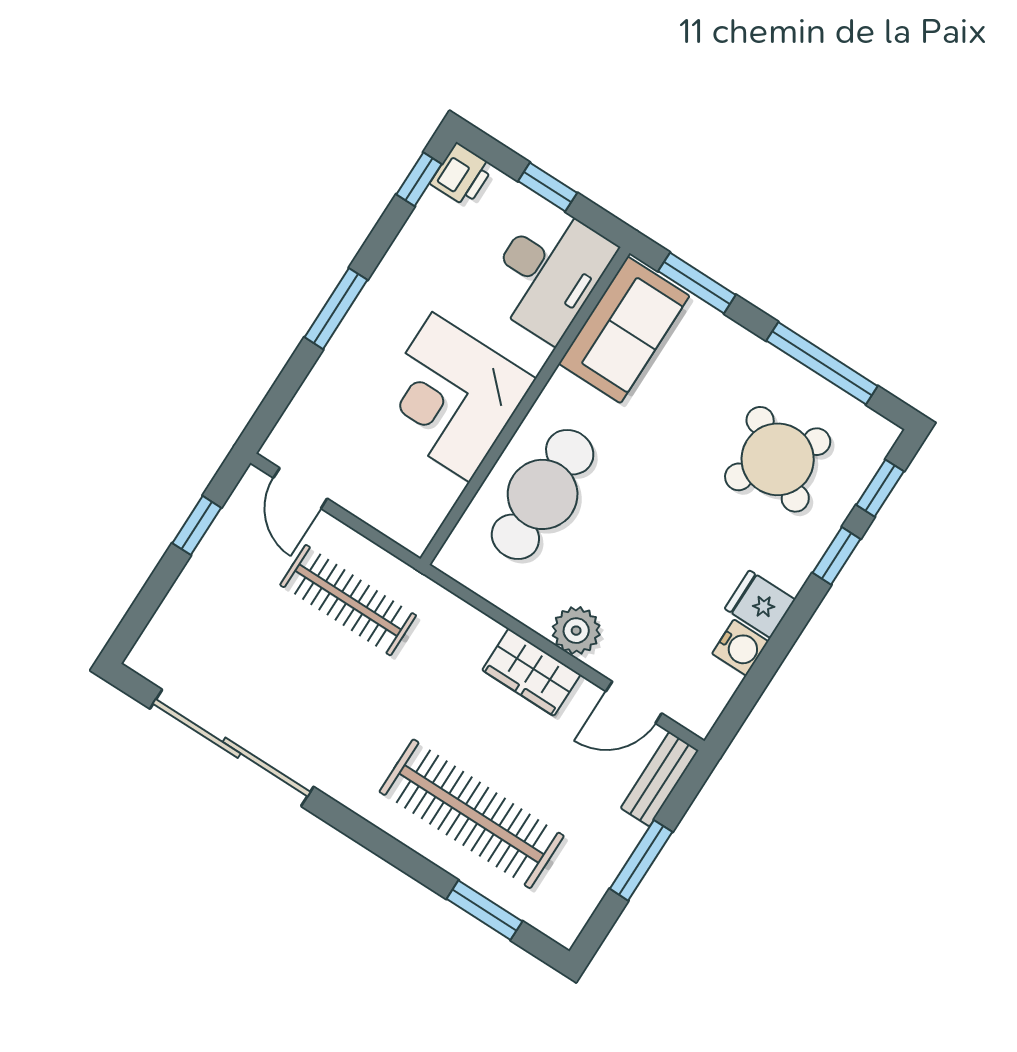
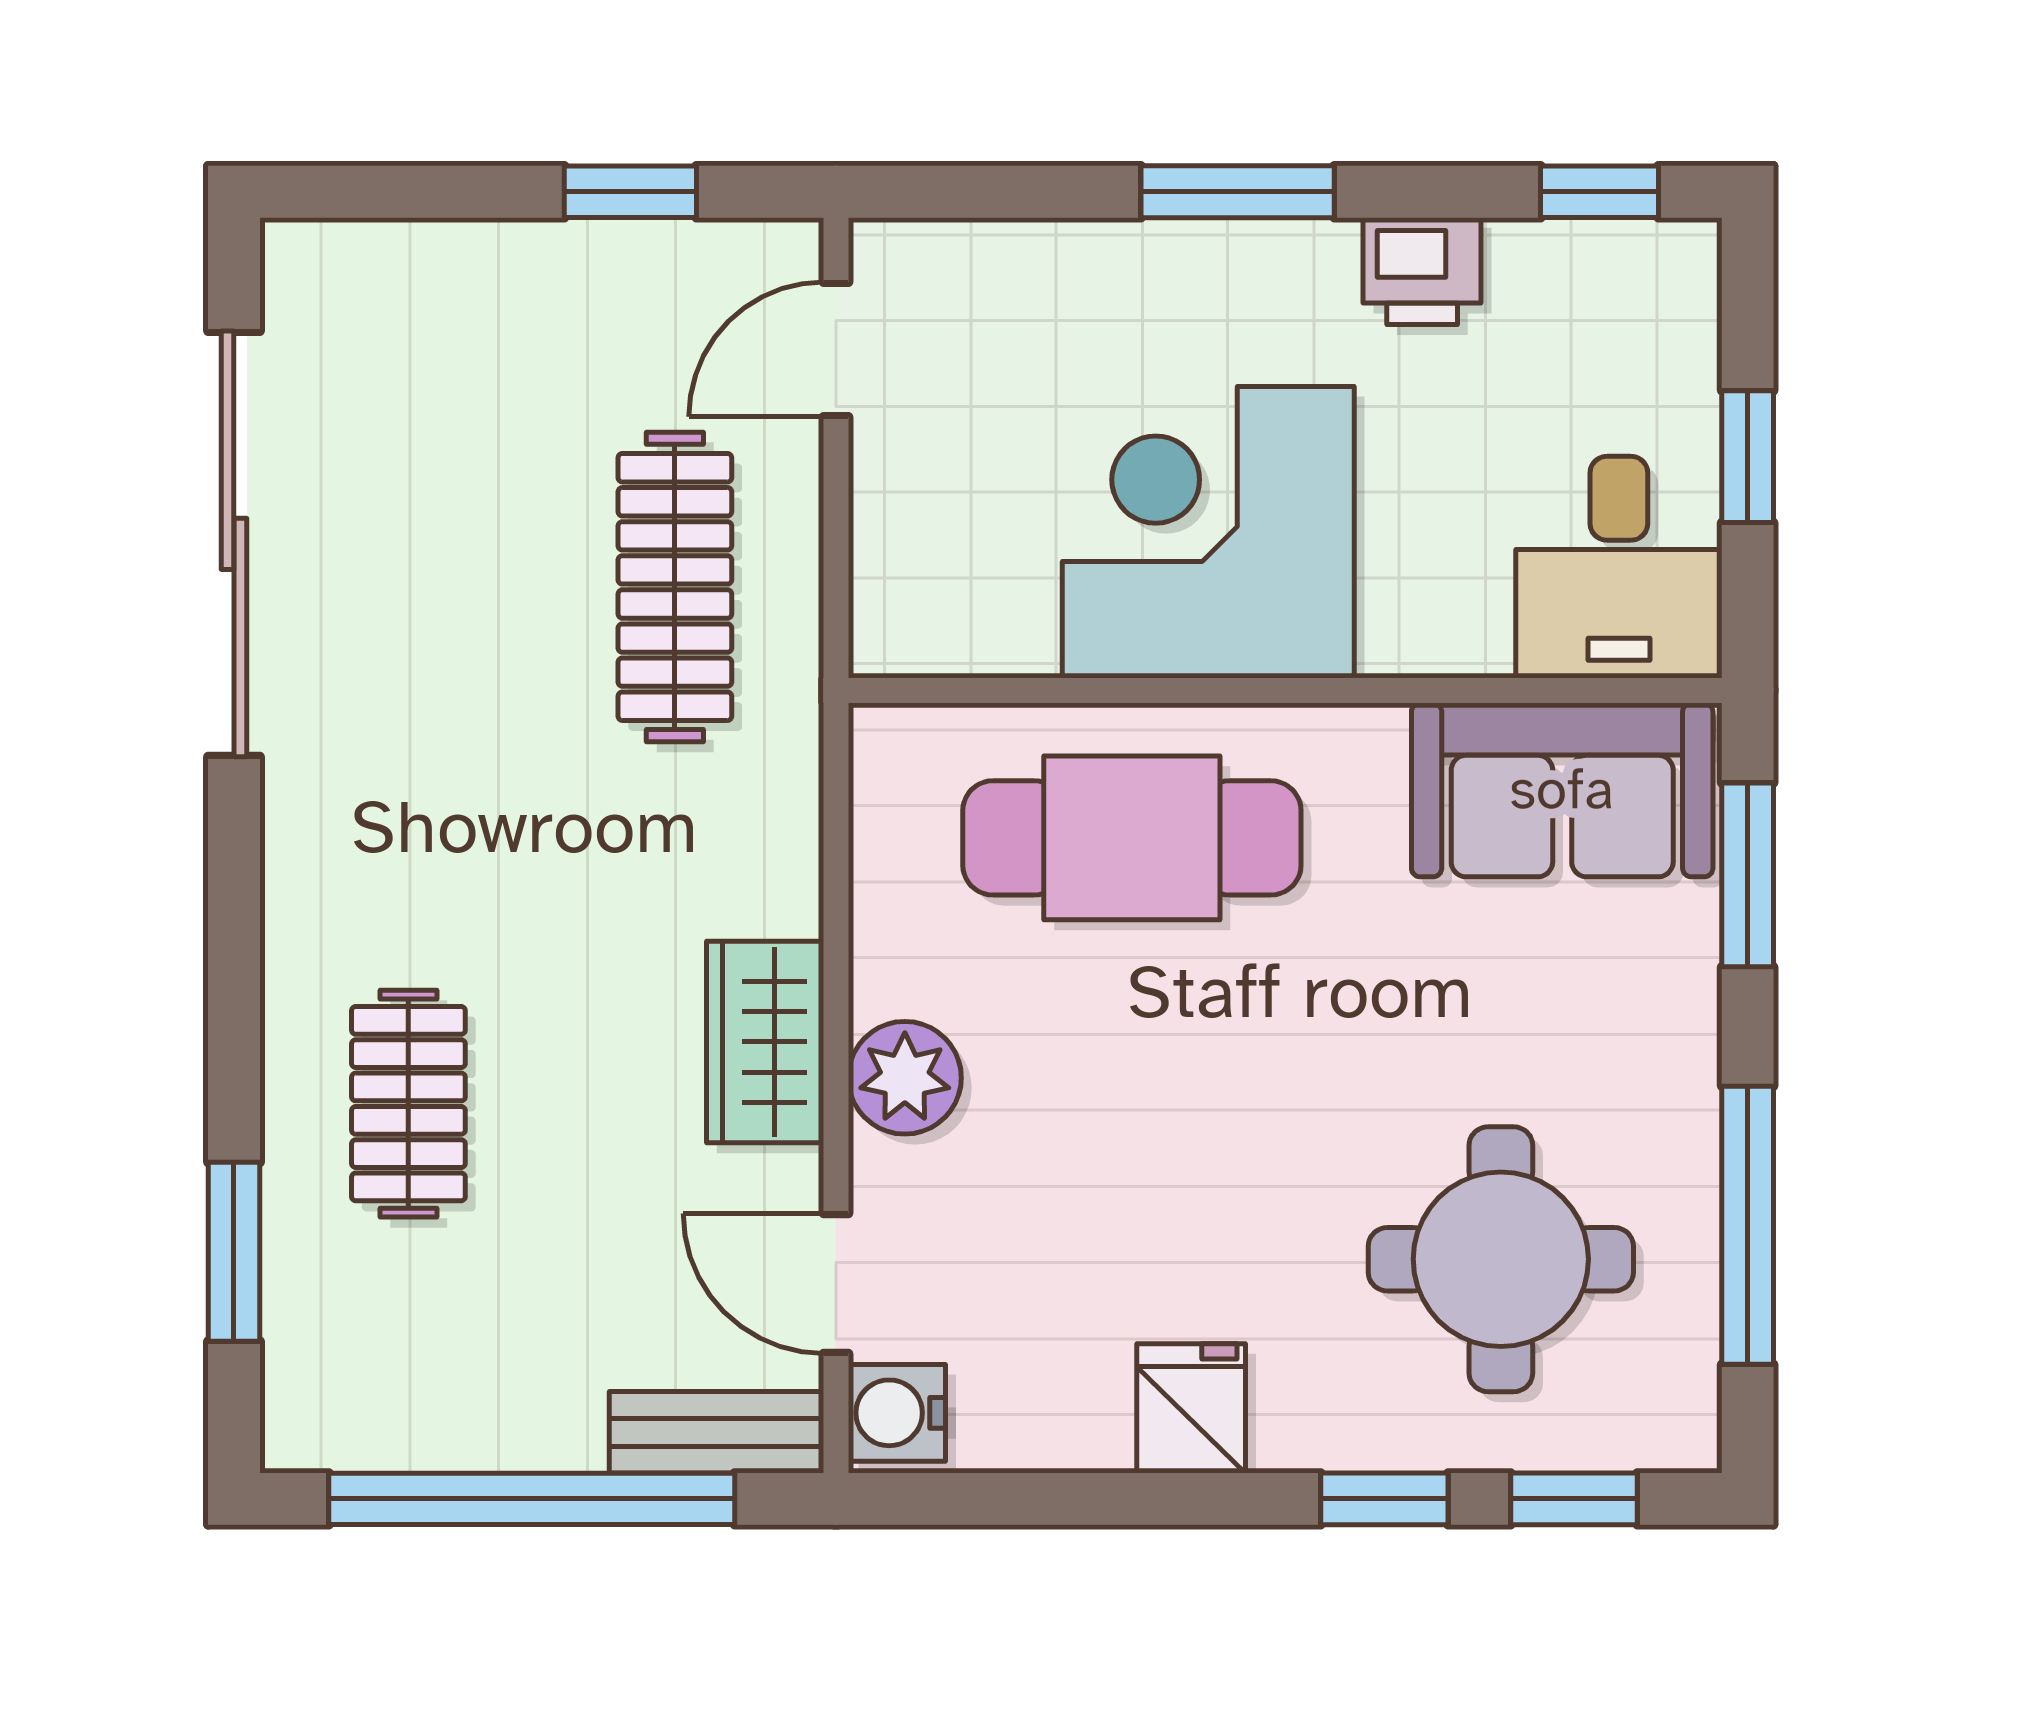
printer: (462, 175) -> (1422, 271), moved
desk: (549, 272) -> (1619, 567), width x0.73
round table: (778, 459) -> (1501, 1259), turned -33
water cooler: (740, 648) -> (897, 1413), moved, turned 90
clothes rail: (472, 814) -> (408, 1104), width x0.54, depth x0.76
window: (641, 860) -> (532, 1499), width x2.11

